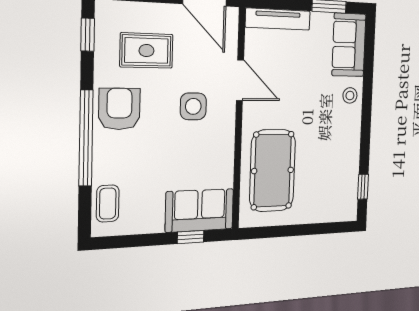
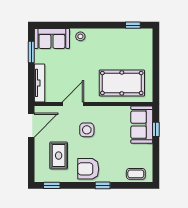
window: (86, 138) -> (103, 185), width x0.32

